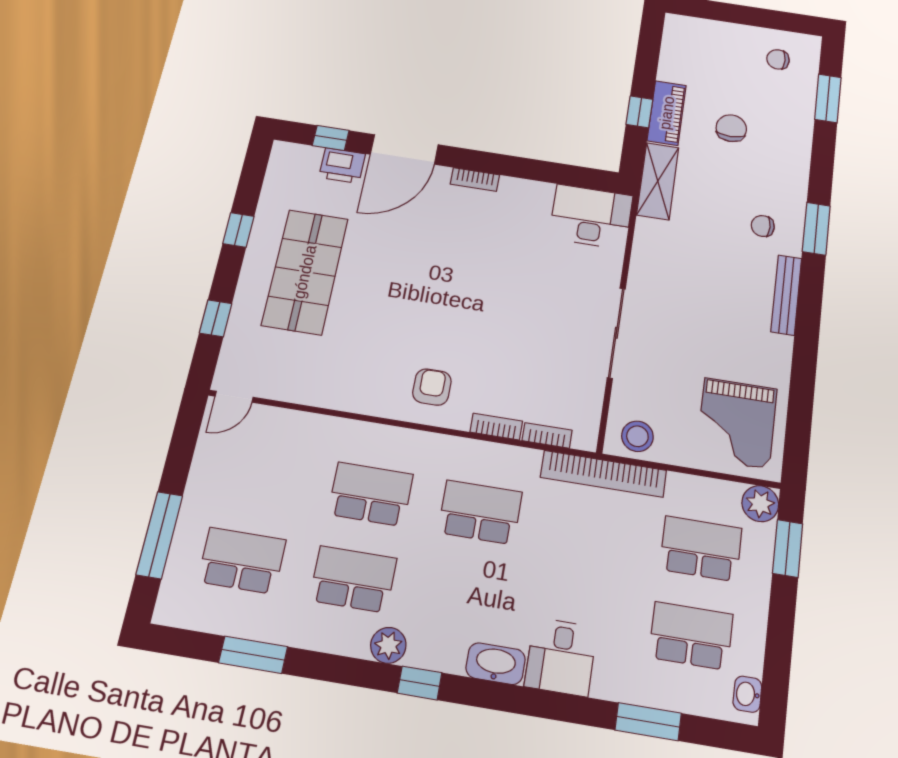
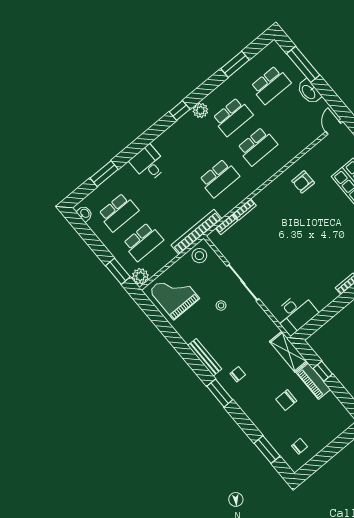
chair: (731, 128) -> (286, 400), turned 90
stool: (684, 336) -> (221, 305), added
armchair: (432, 387) -> (303, 182), moved, turned 90
washbasin: (496, 664) -> (309, 92), moved, turned 90

